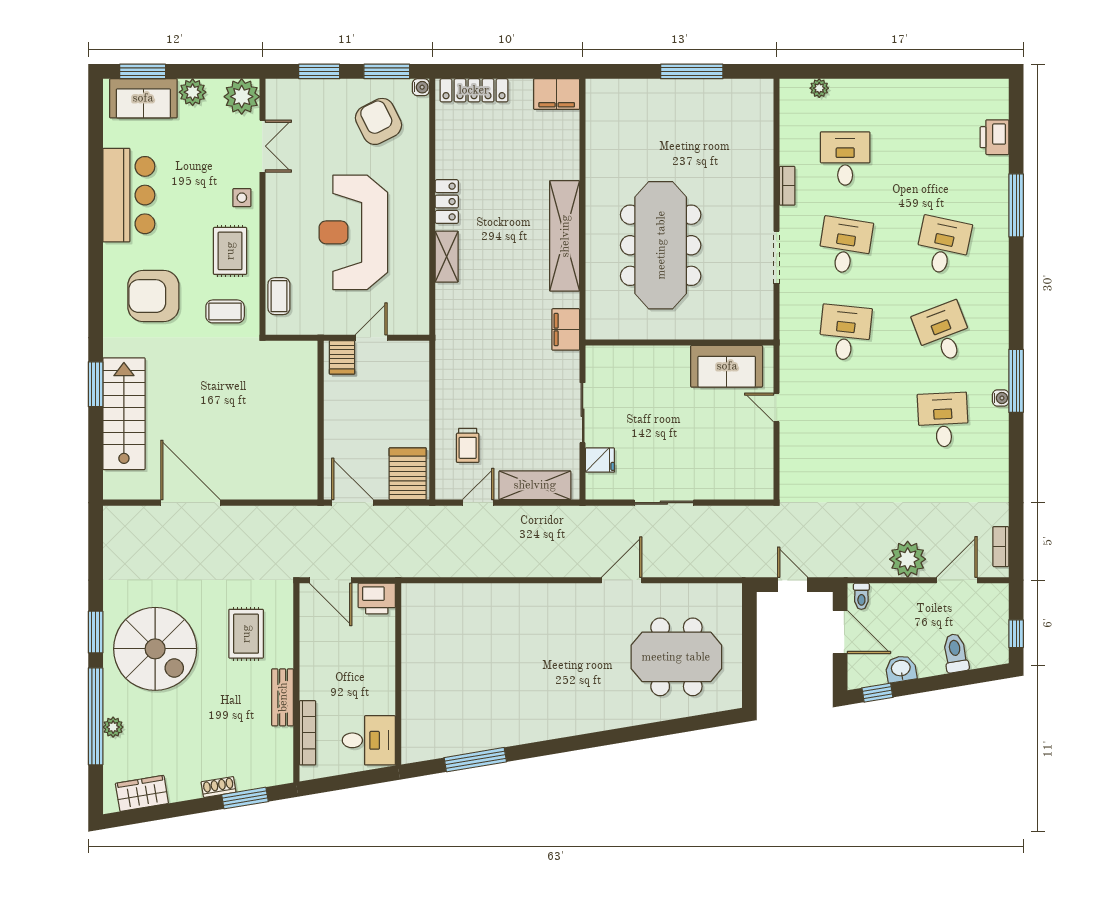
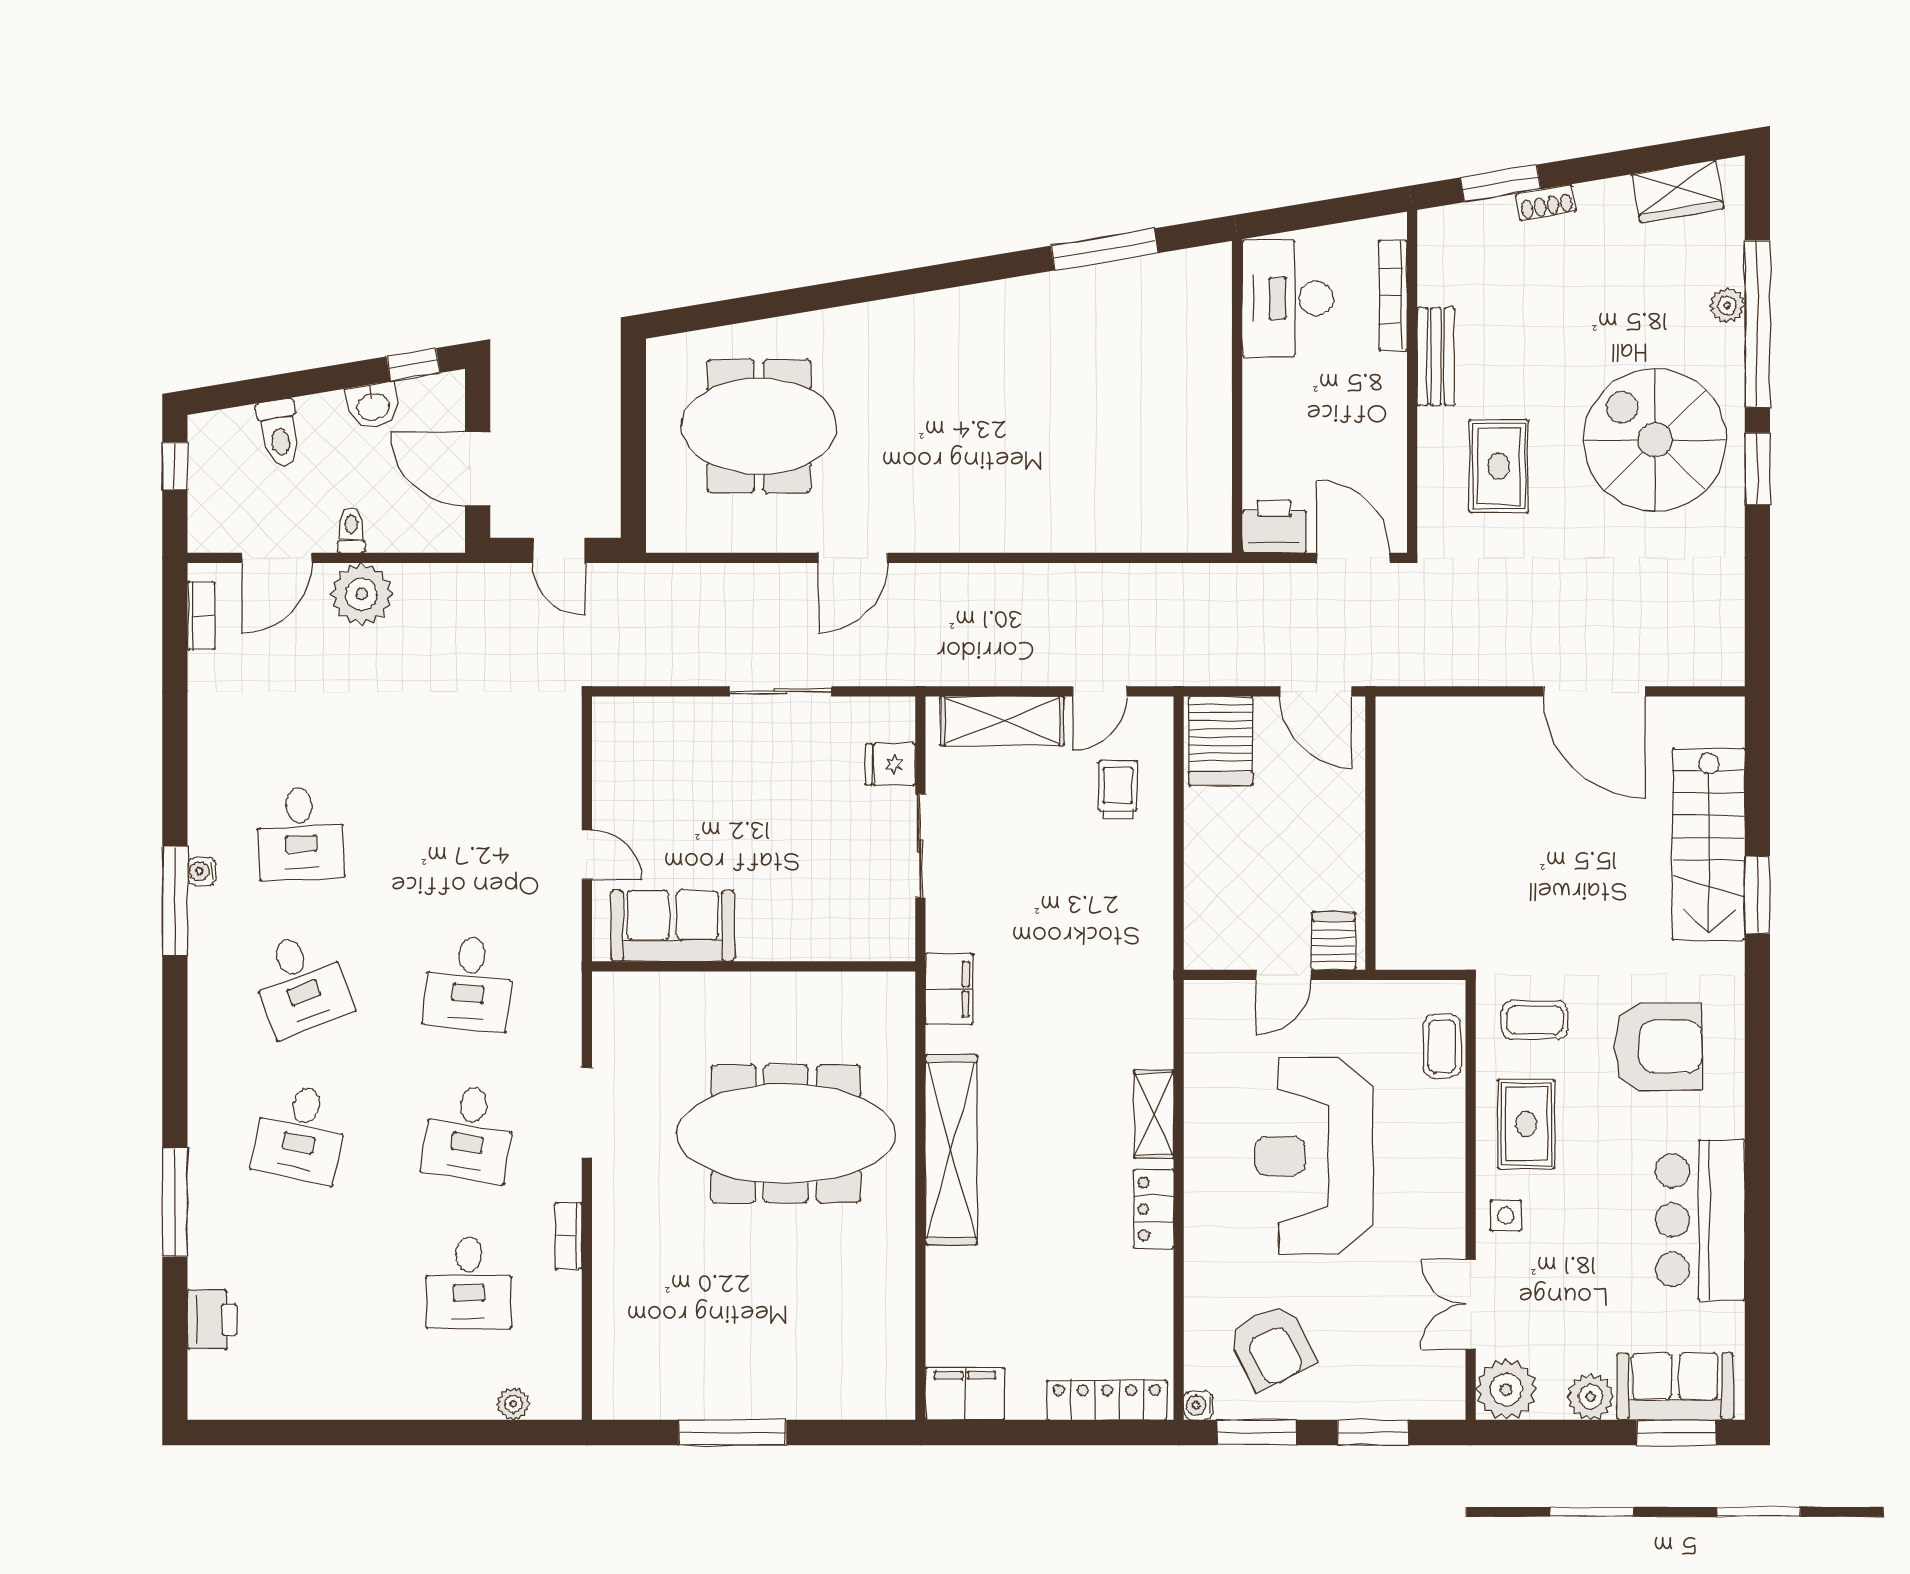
reception desk: (353, 232) -> (1314, 1156), turned 180
meeting table: (661, 245) -> (786, 1134), turned 90
toilet: (861, 596) -> (351, 530), moved
desk: (369, 740) -> (1288, 298), width x1.37

